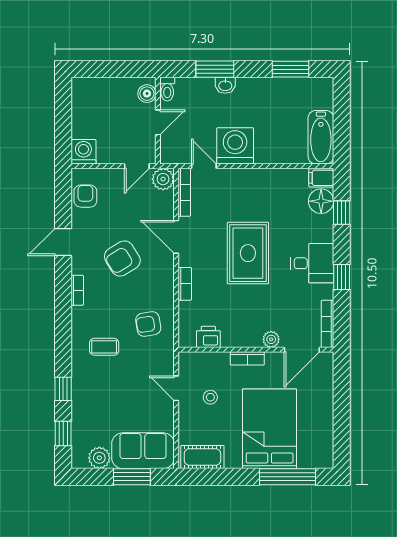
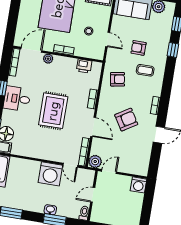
boiler: (147, 94) -> (96, 212), removed
armchair: (85, 196) -> (139, 48), moved, turned 91

